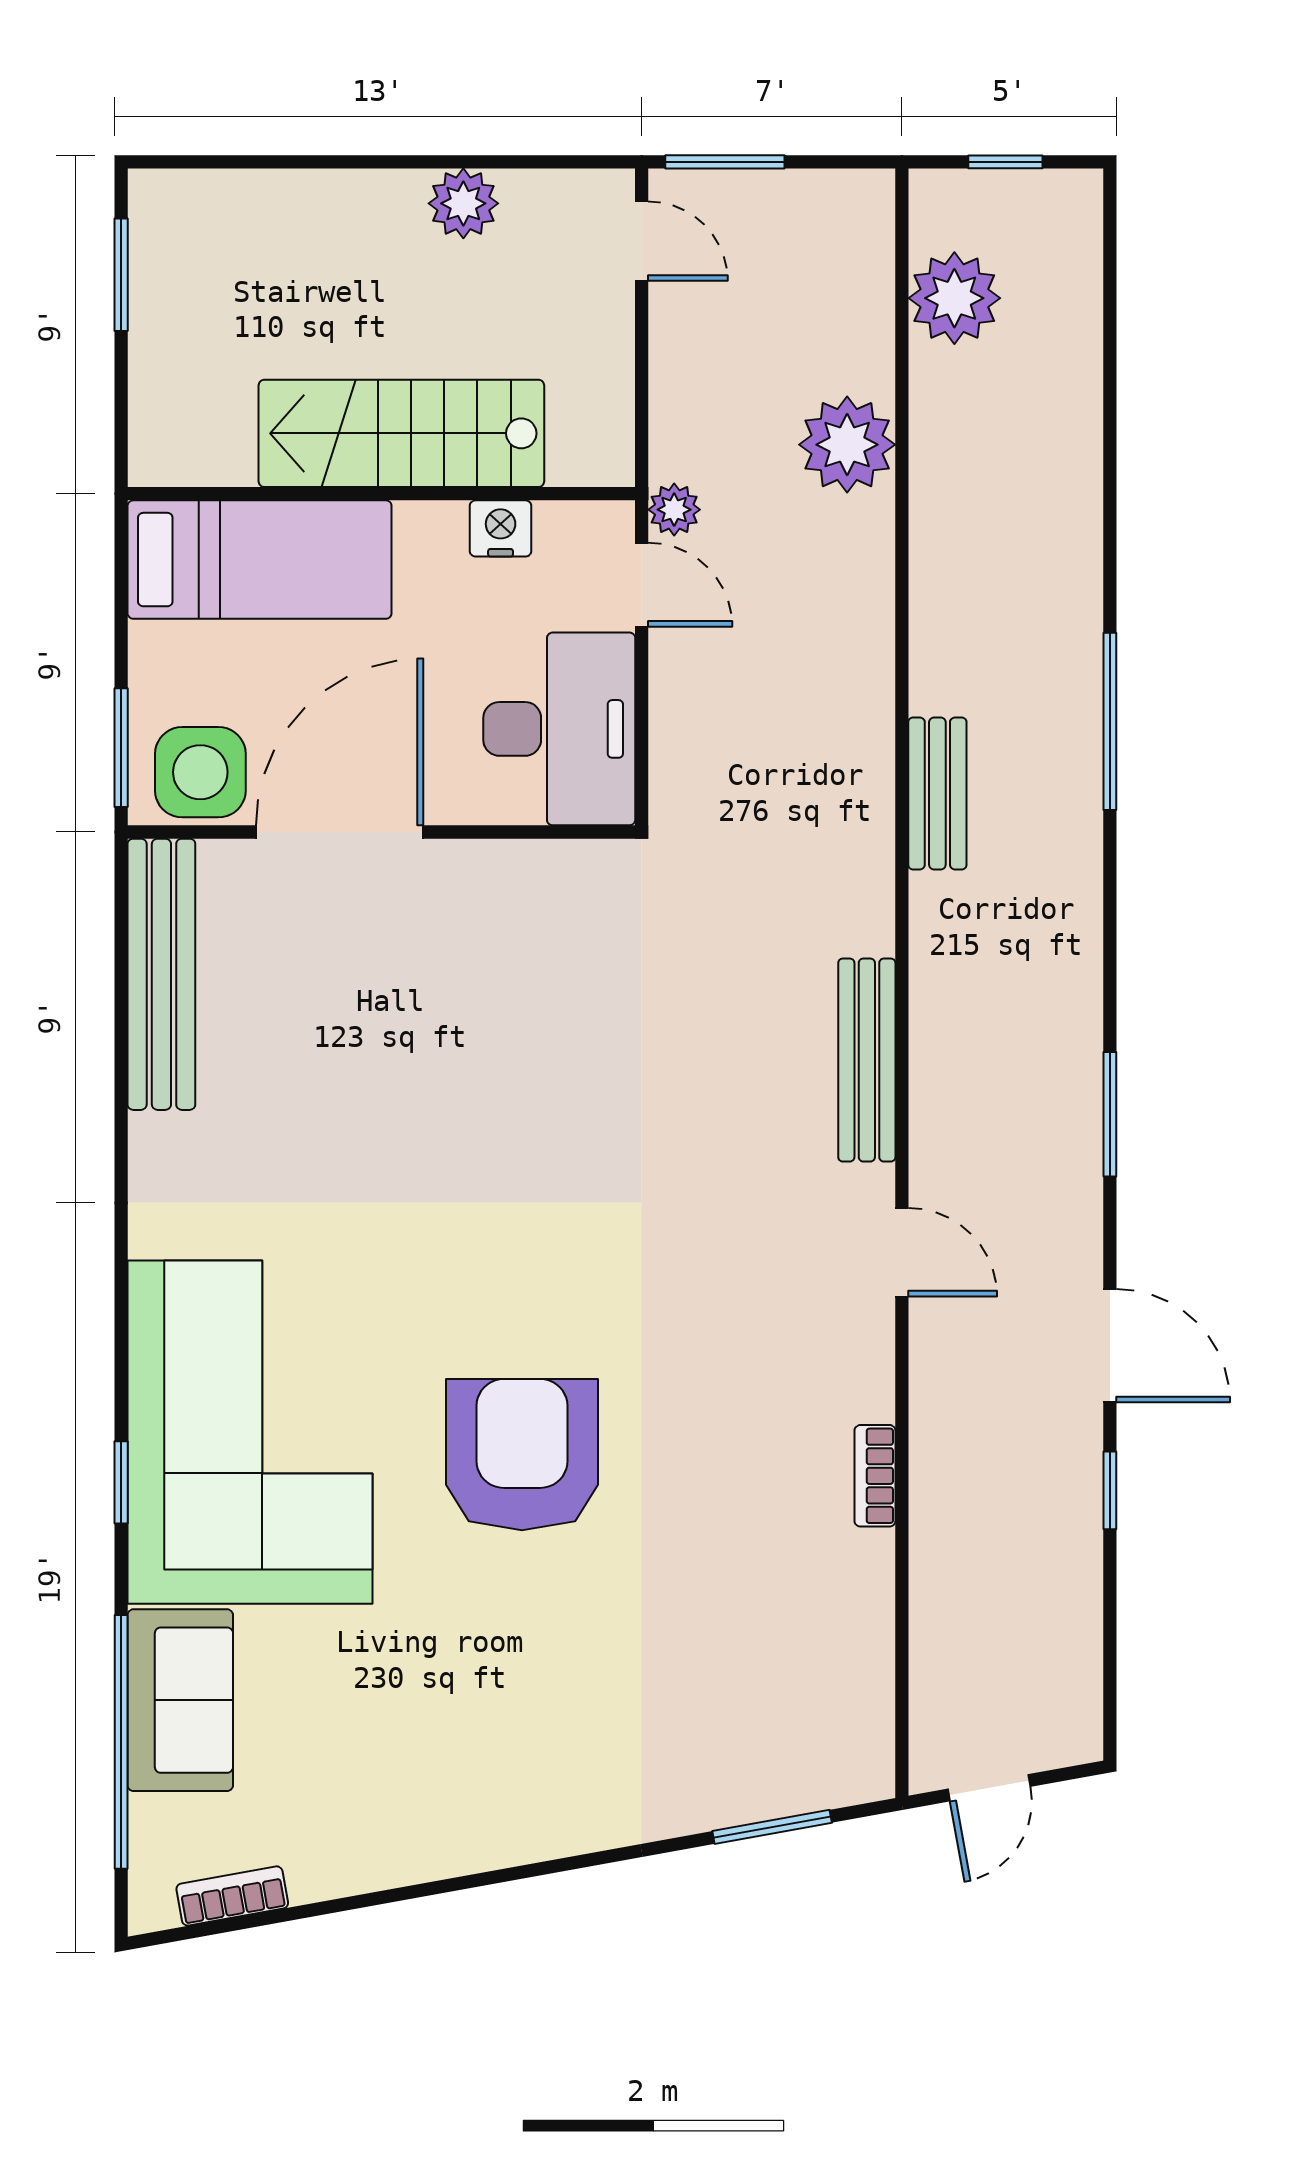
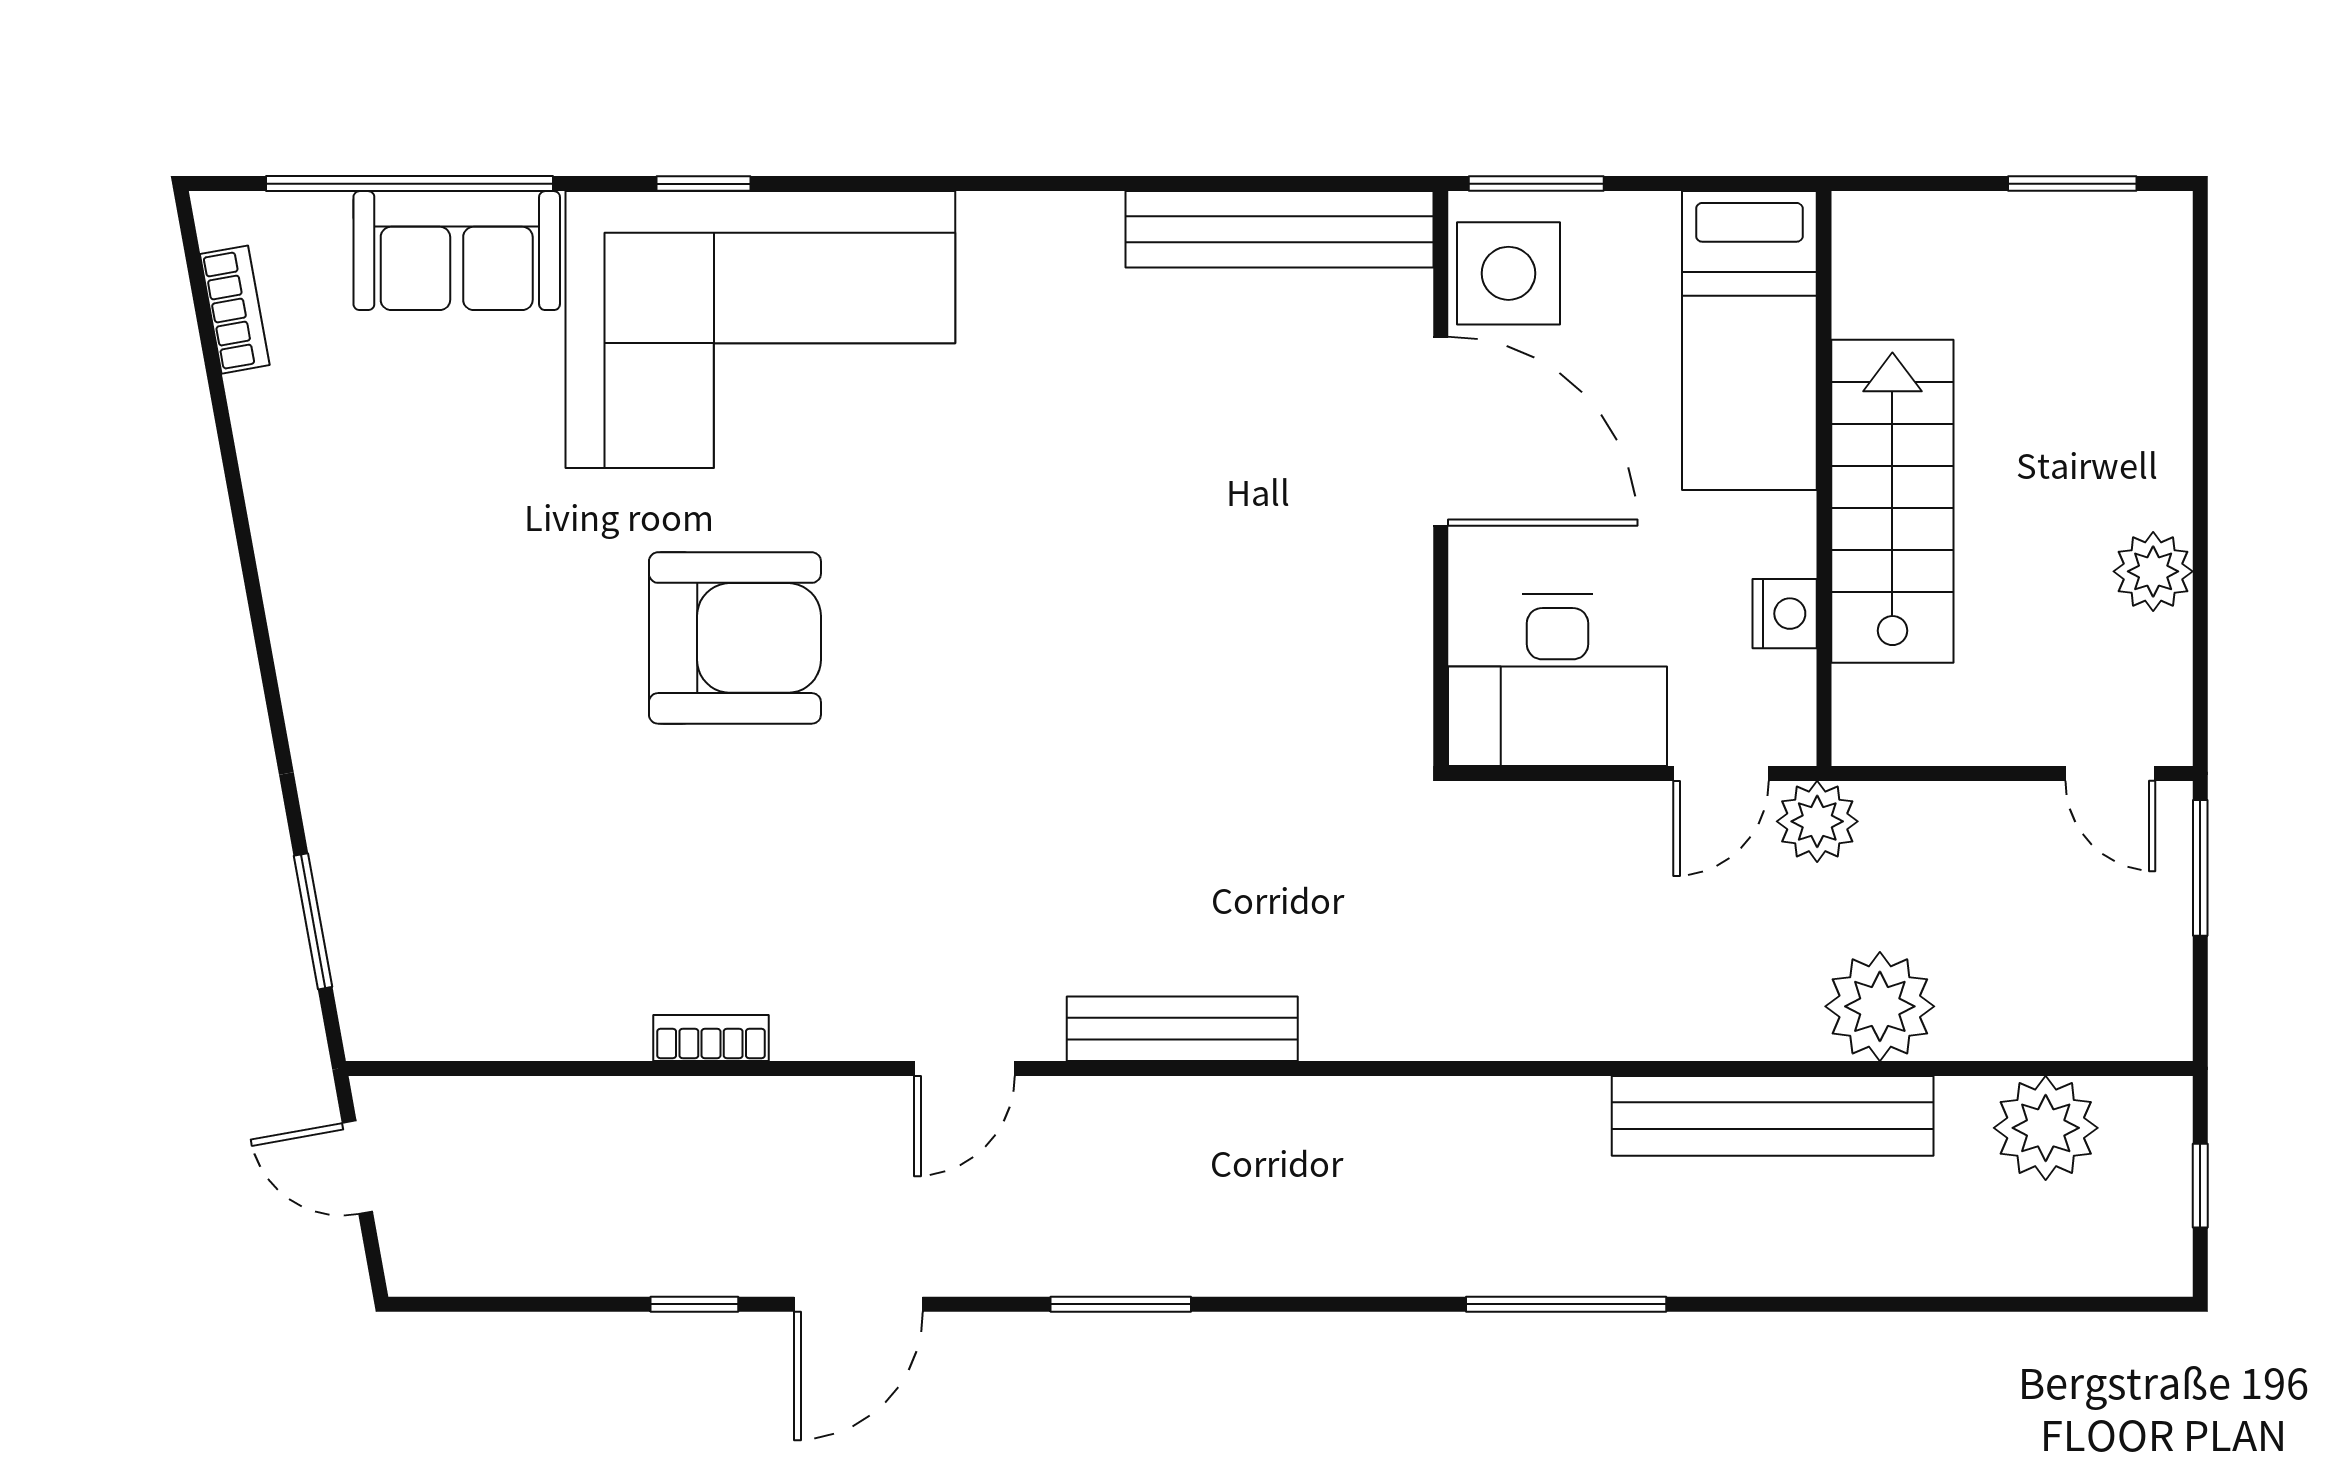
door: (642, 241) -> (2110, 773), hinge flipped
plant: (674, 510) -> (1817, 821), width x1.38, depth x1.38
bench: (937, 793) -> (1773, 1116), moved, width x1.86, depth x1.21

